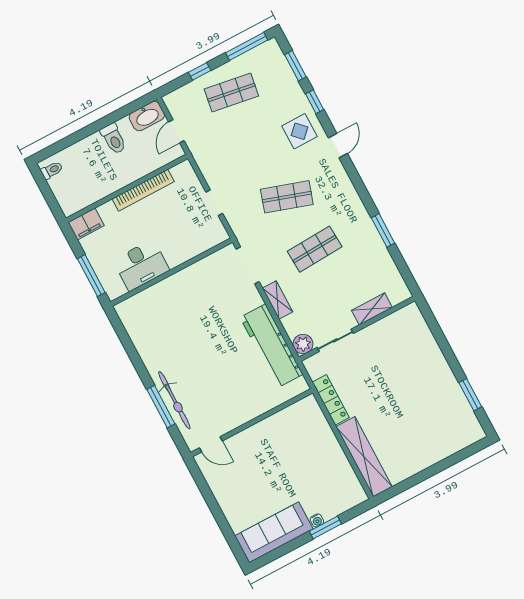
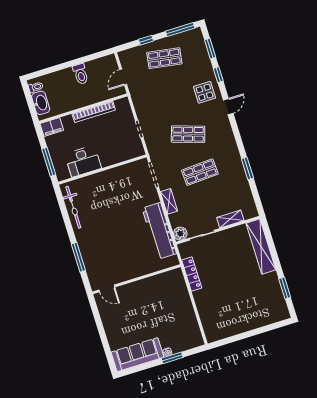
washbasin: (147, 116) -> (41, 103), moved, turned -90
bicycle: (174, 400) -> (73, 207), moved
shelving: (364, 457) -> (261, 247), moved

